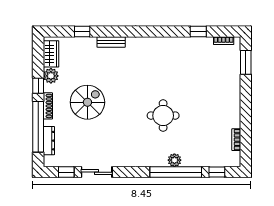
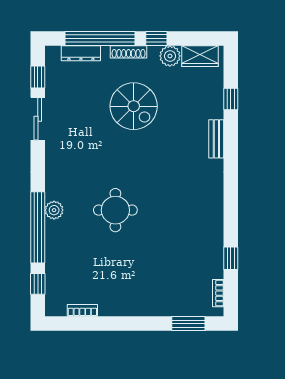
plant: (174, 160) -> (54, 210), moved

